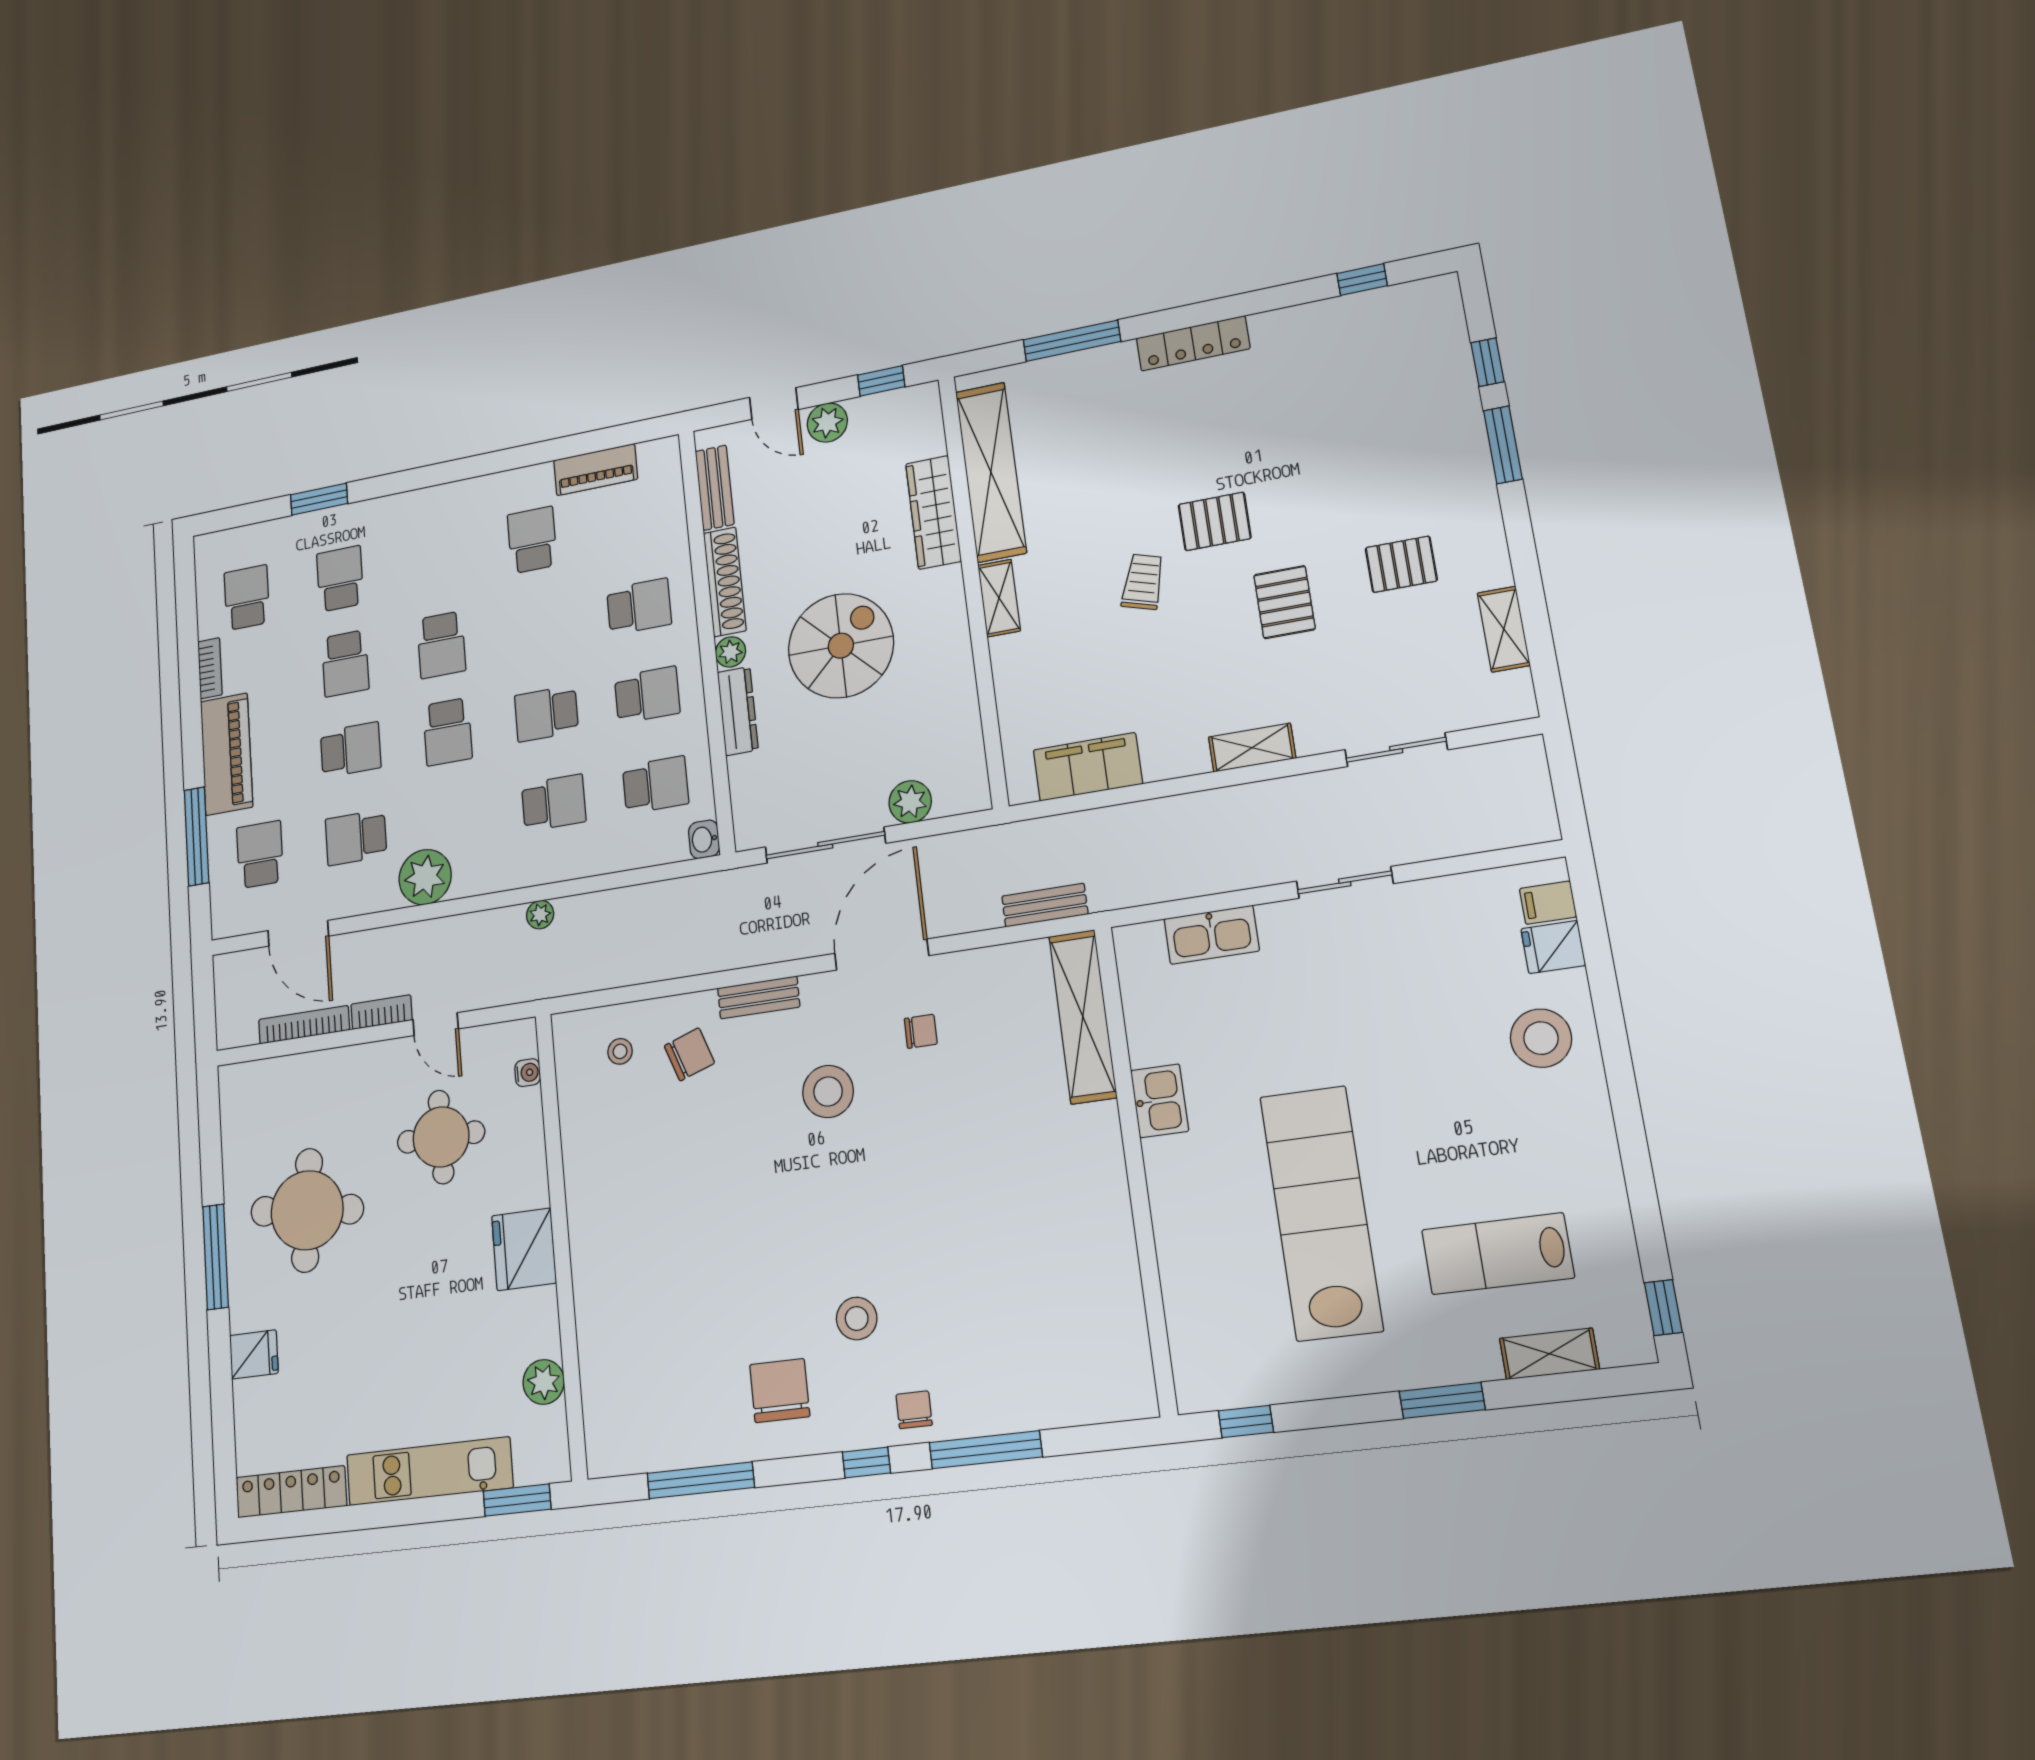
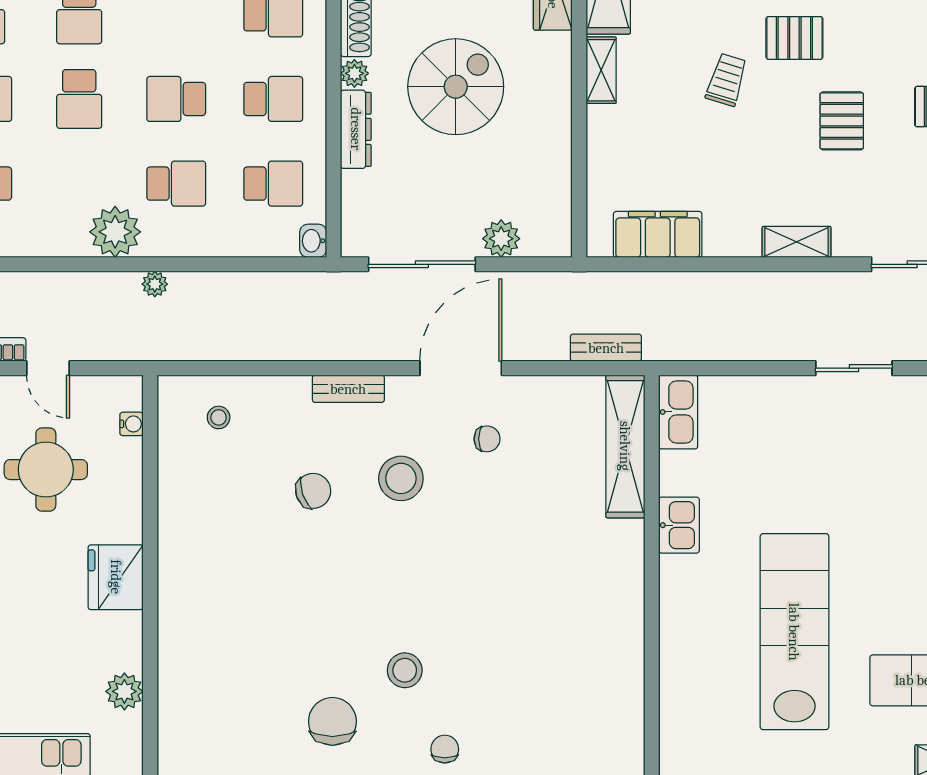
plant: (425, 877) -> (115, 232), moved
kitchen sink: (1212, 935) -> (678, 412), moved, turned -90
chair: (689, 1054) -> (313, 491), moved

